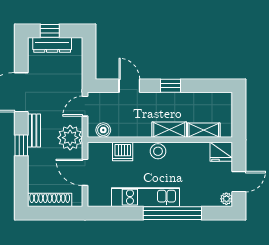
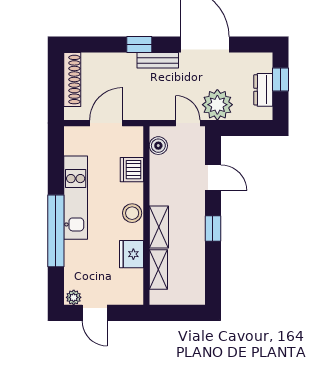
dresser: (52, 45) -> (263, 90), width x0.70
door: (129, 86) -> (213, 178), hinge flipped
plant: (70, 138) -> (217, 105), moved
fridge: (221, 152) -> (131, 254), moved

